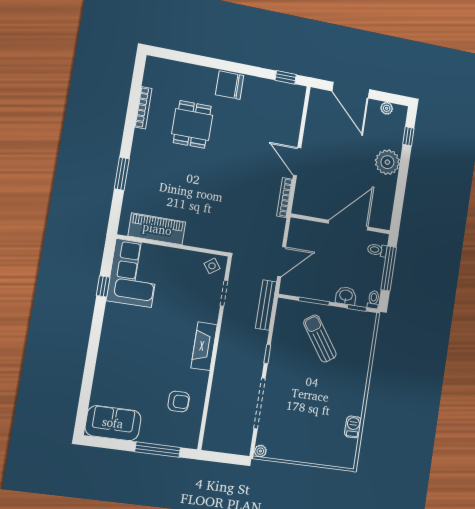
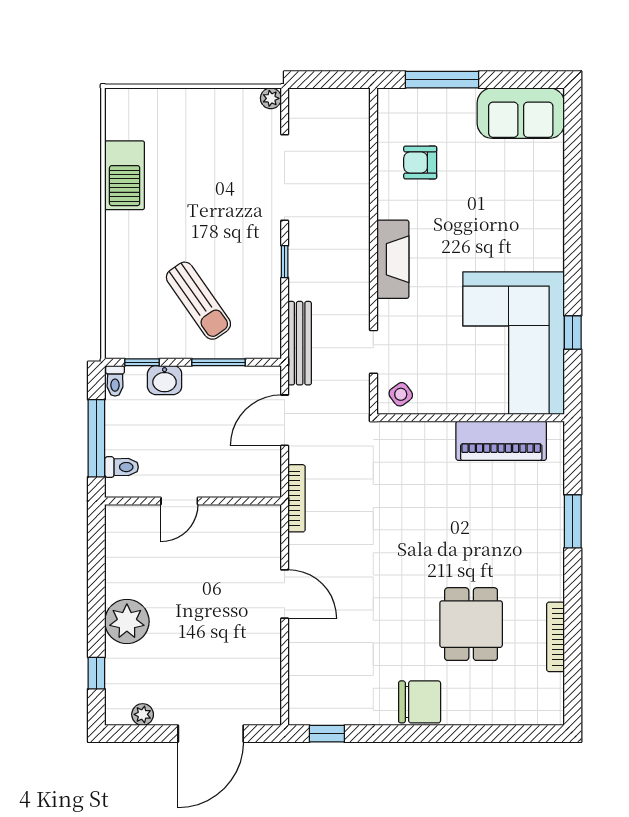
door: (351, 90) -> (211, 734), swing flipped
bookcase: (285, 198) -> (297, 498), moved
door: (348, 225) -> (179, 501), width x0.53
corner sofa: (134, 273) -> (514, 343), width x1.36, depth x1.36
barbecue: (353, 427) -> (125, 175), width x1.88, depth x1.53

